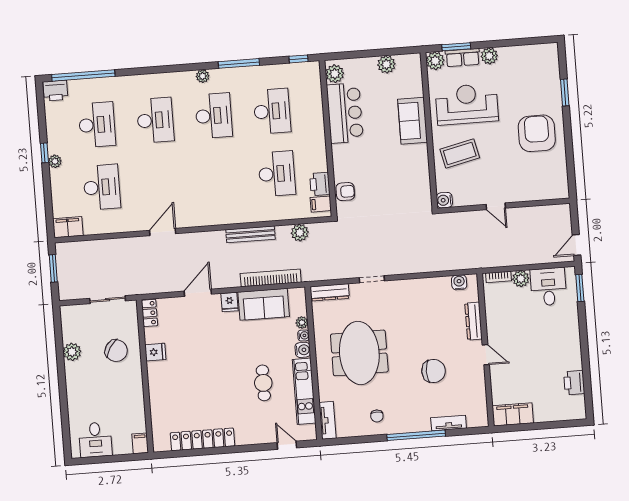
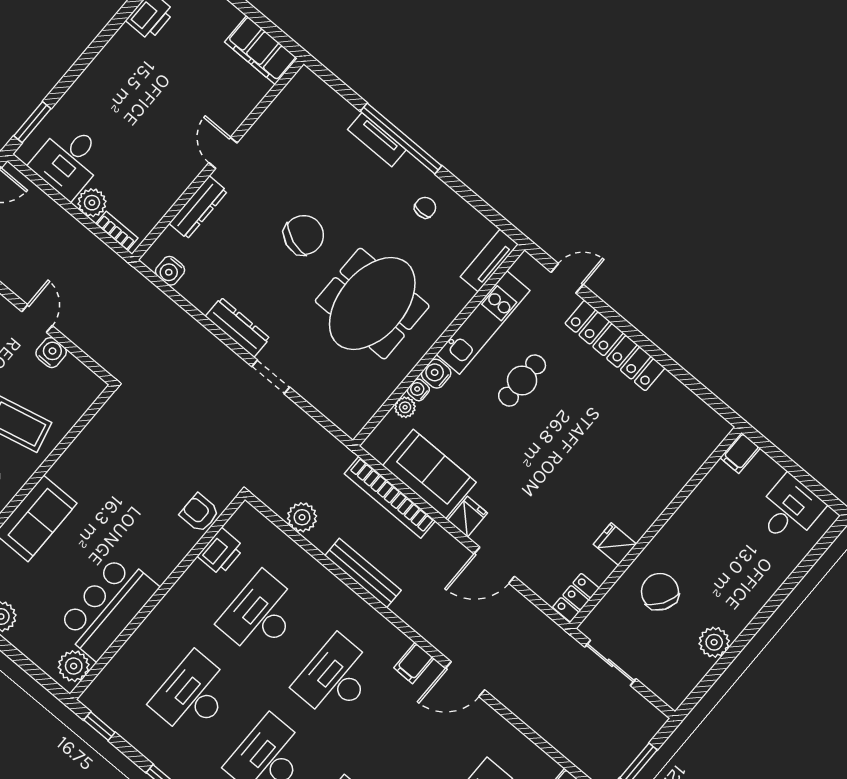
desk: (218, 178) -> (335, 678), added
water cooler: (444, 200) -> (51, 353), moved, turned -90
filing cabinet: (321, 204) -> (414, 663), moved, turned 90
dresser: (330, 292) -> (238, 327), moved
chair: (434, 371) -> (304, 235), moved, turned 110
tv unit: (449, 423) -> (377, 140), moved
locker: (202, 439) -> (615, 346), moved
door: (287, 445) -> (567, 278), swing flipped

